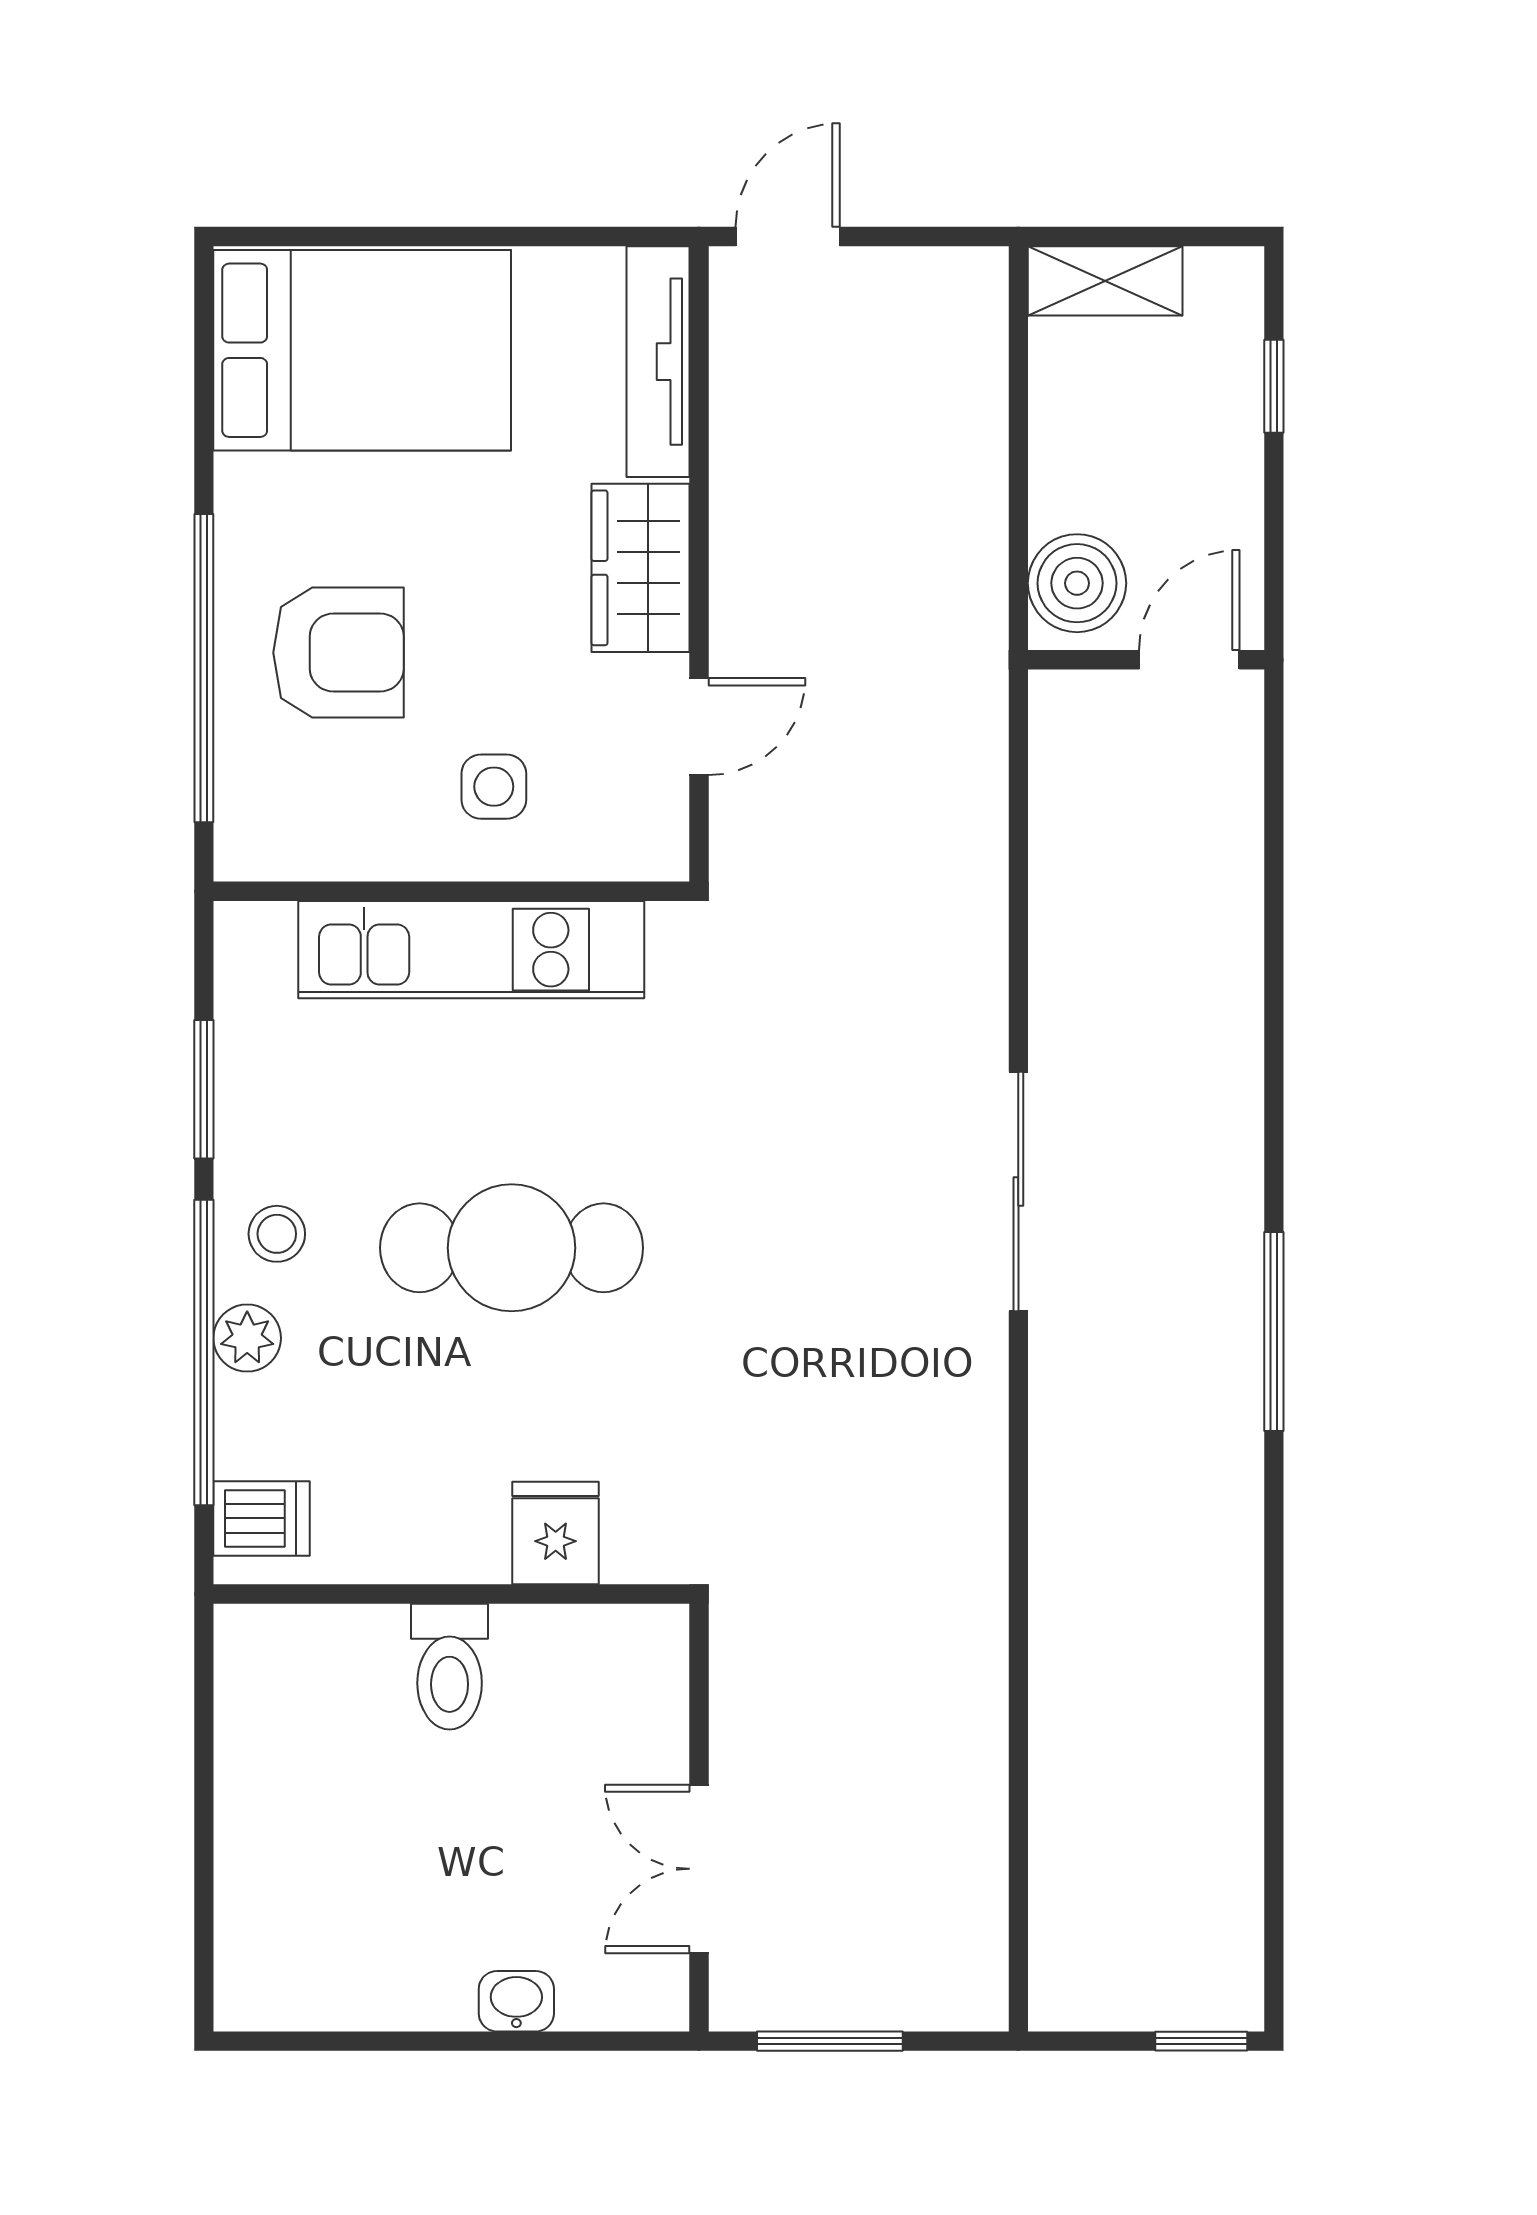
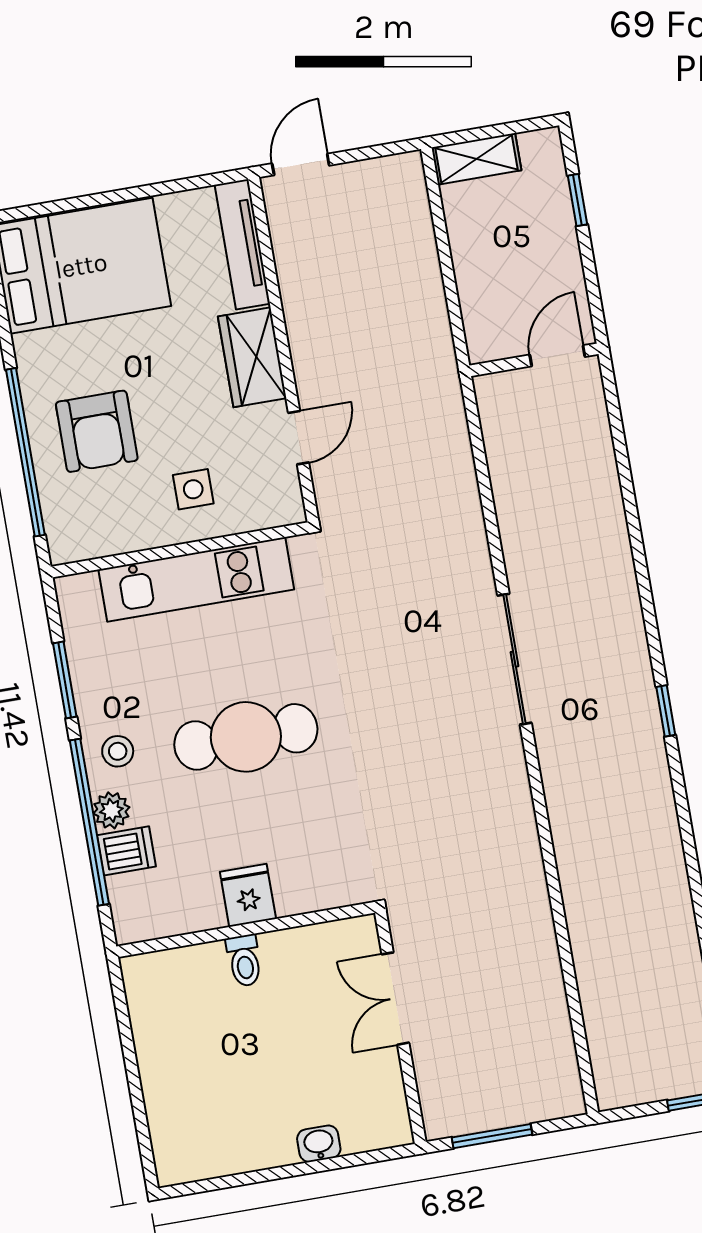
boiler: (1077, 583) -> (489, 325), removed
armchair: (338, 653) -> (97, 431), turned 90
window: (1274, 1331) -> (666, 711), width x0.46
dishwasher: (262, 1518) -> (126, 851), moved
fridge: (556, 1533) -> (248, 895), moved
toilet: (450, 1667) -> (244, 961), width x0.73, depth x0.72
double door: (699, 1869) -> (395, 999), moved

